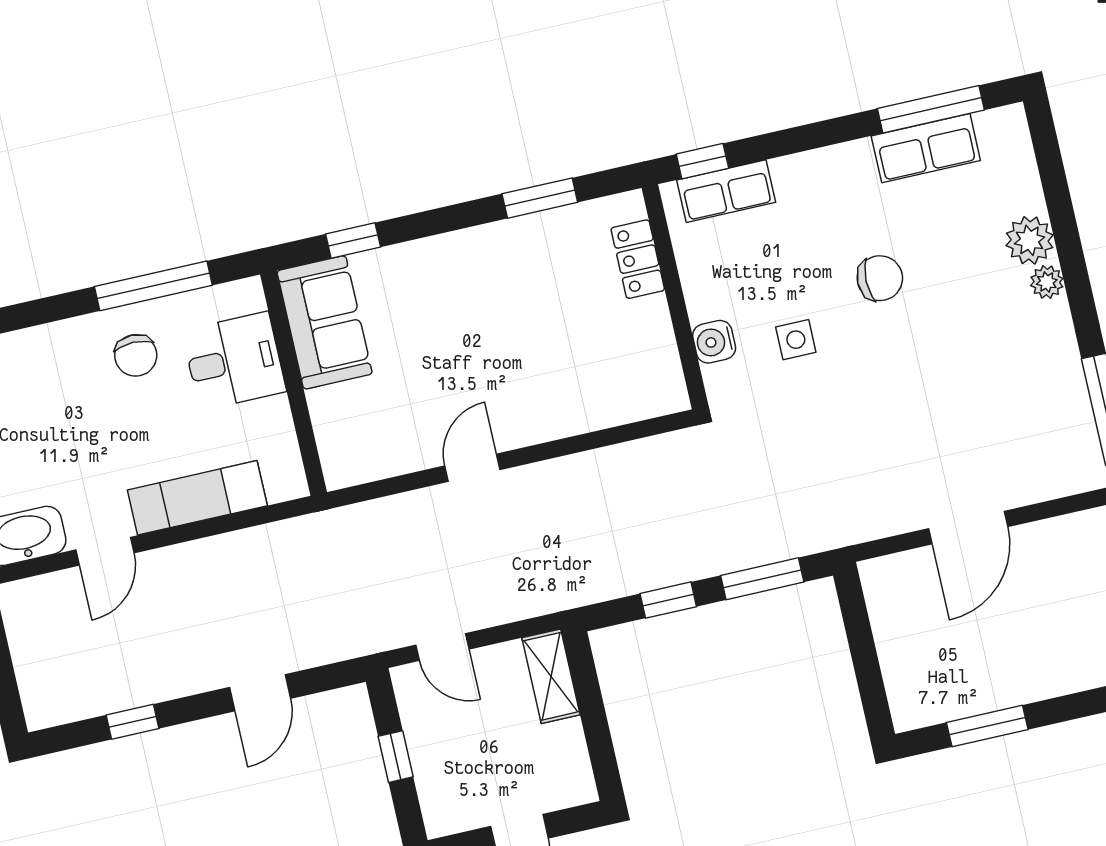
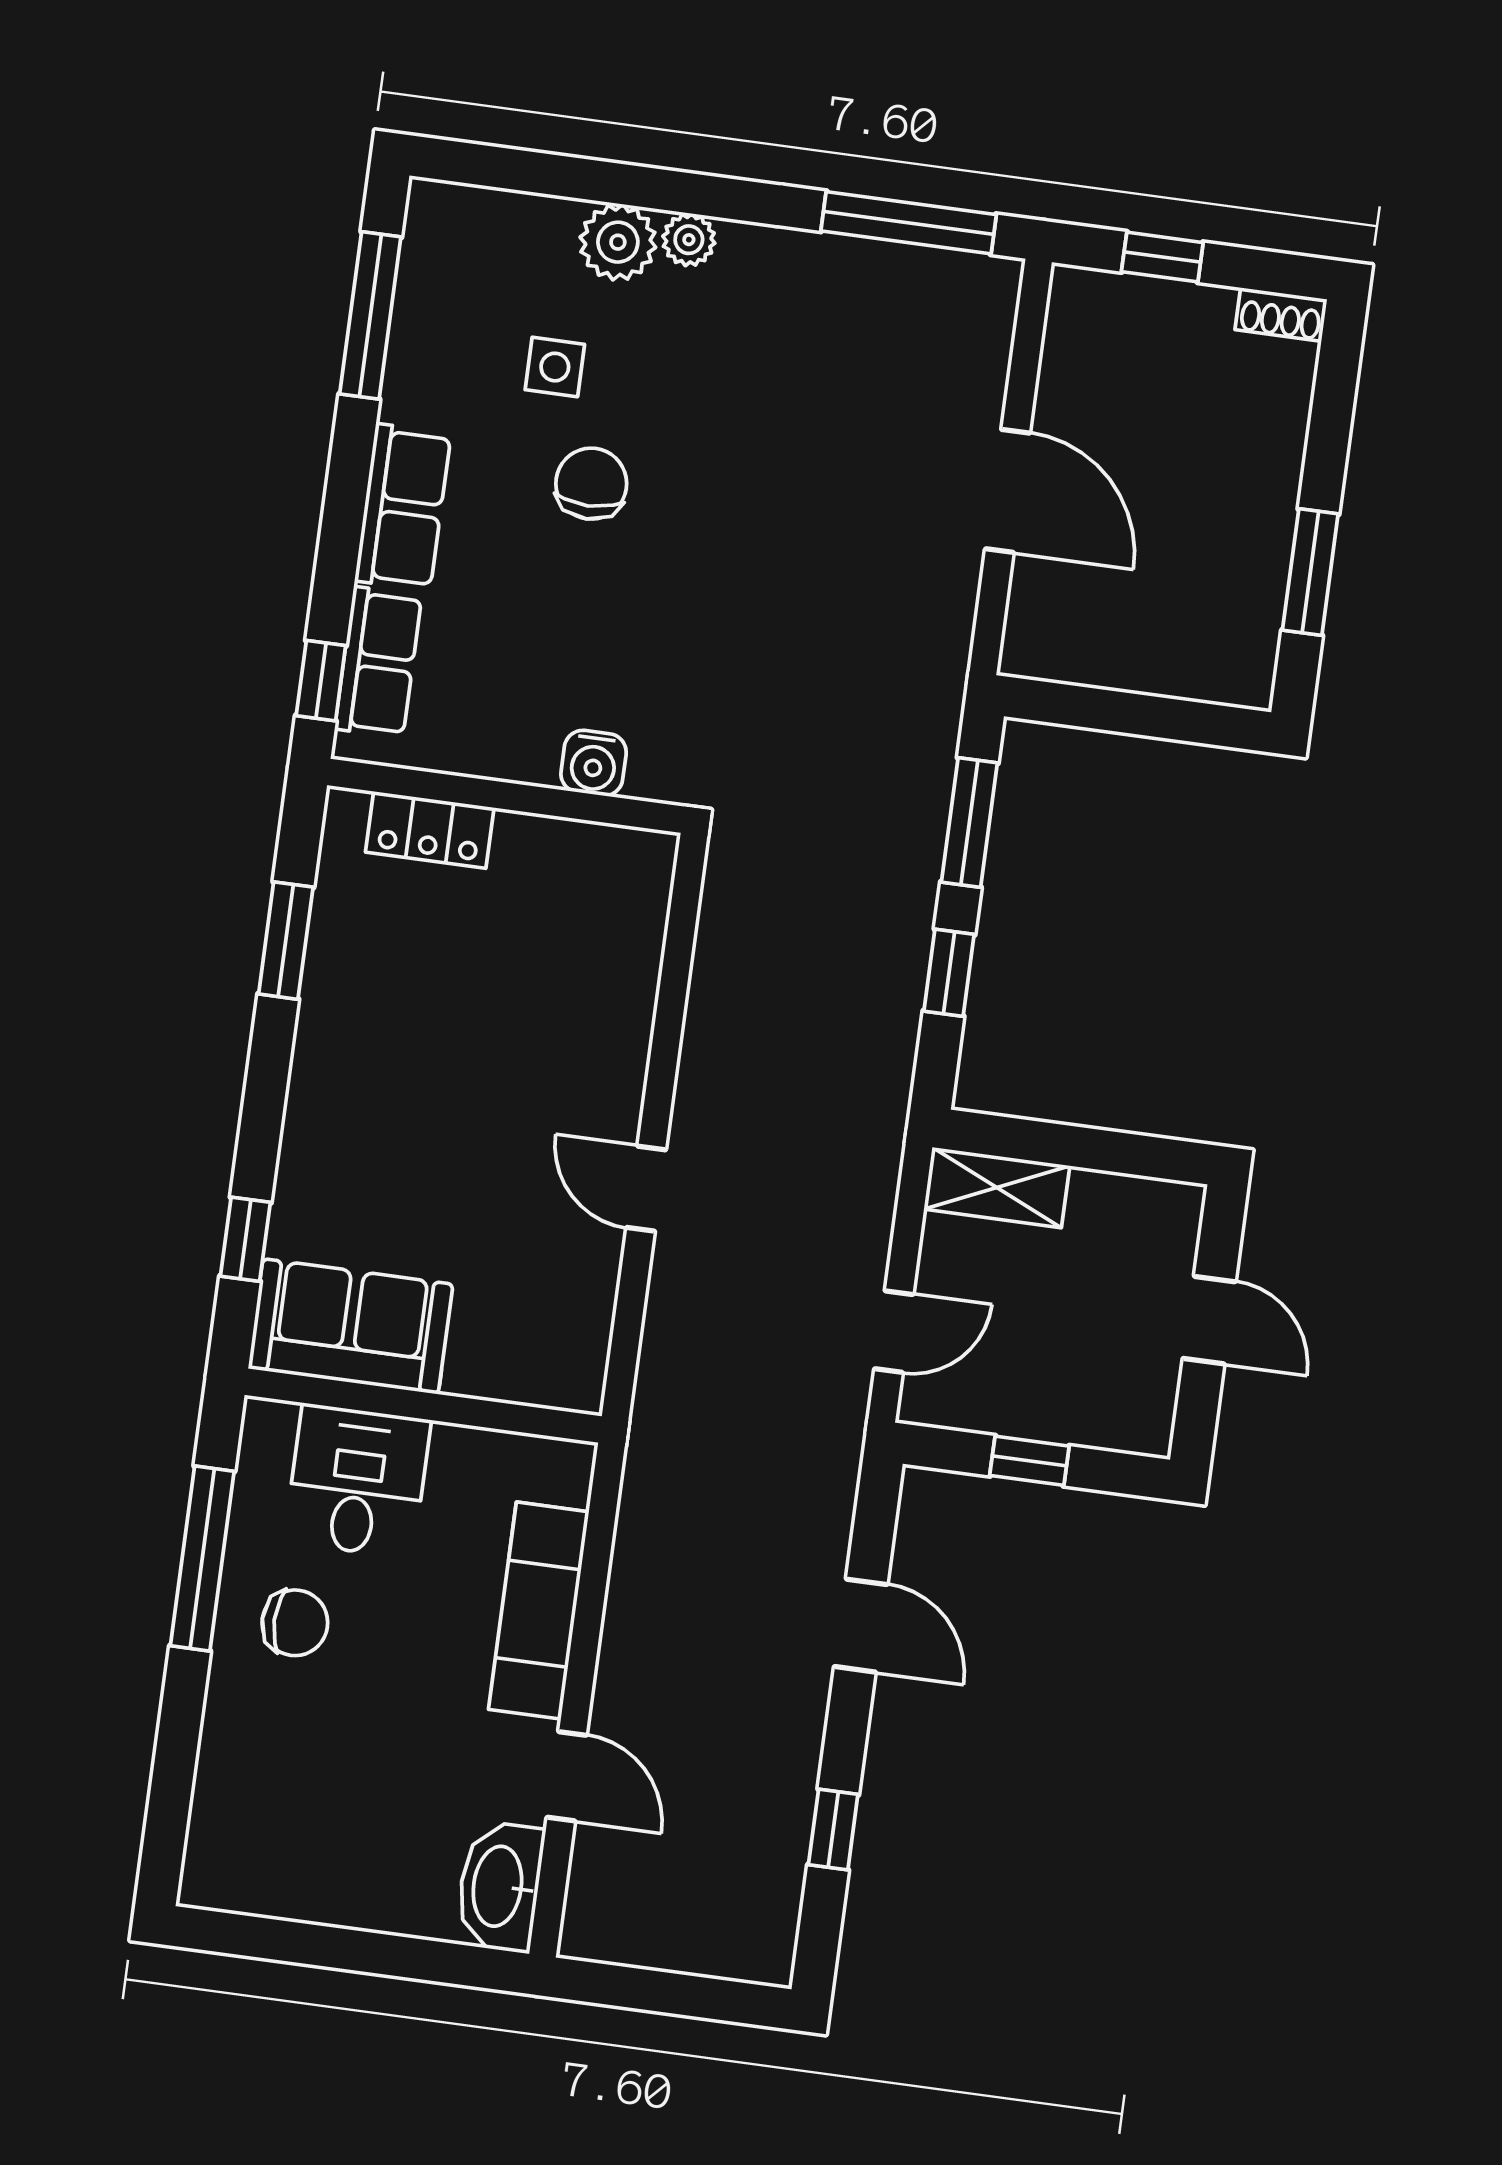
row of seats: (926, 148) -> (403, 507), moved
side table: (796, 340) -> (555, 367), moved

